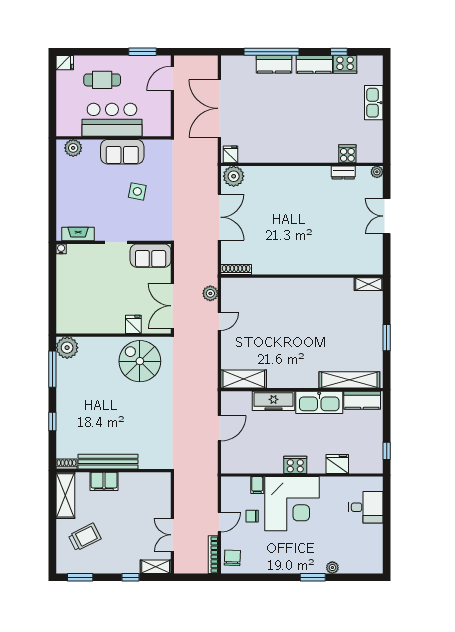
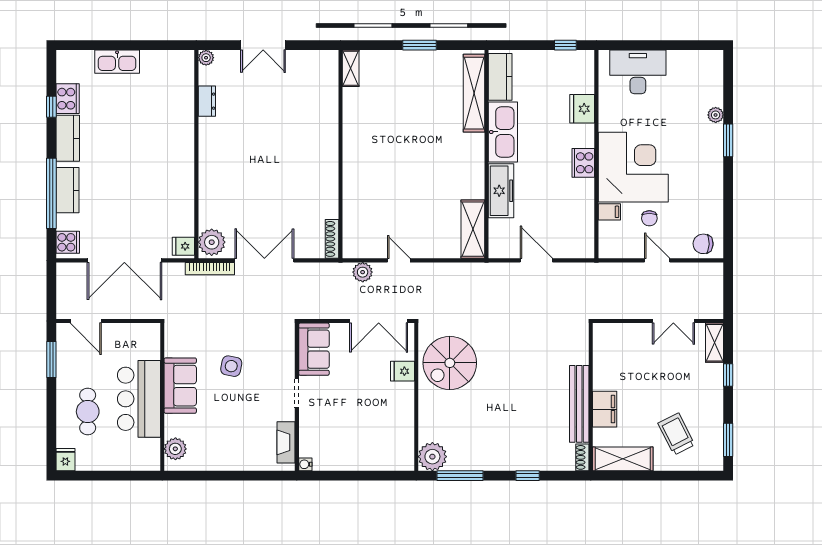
cooker: (347, 154) -> (68, 242), moved, turned 180
desk: (366, 507) -> (638, 72), width x1.37
bookcase: (213, 555) -> (210, 269), moved

